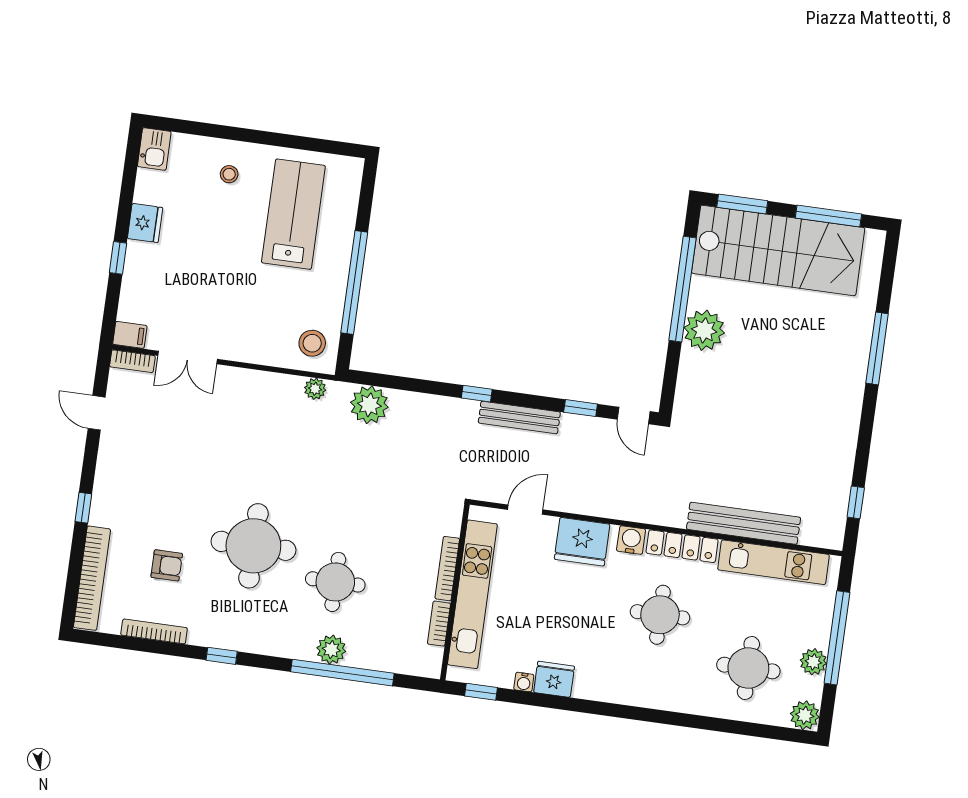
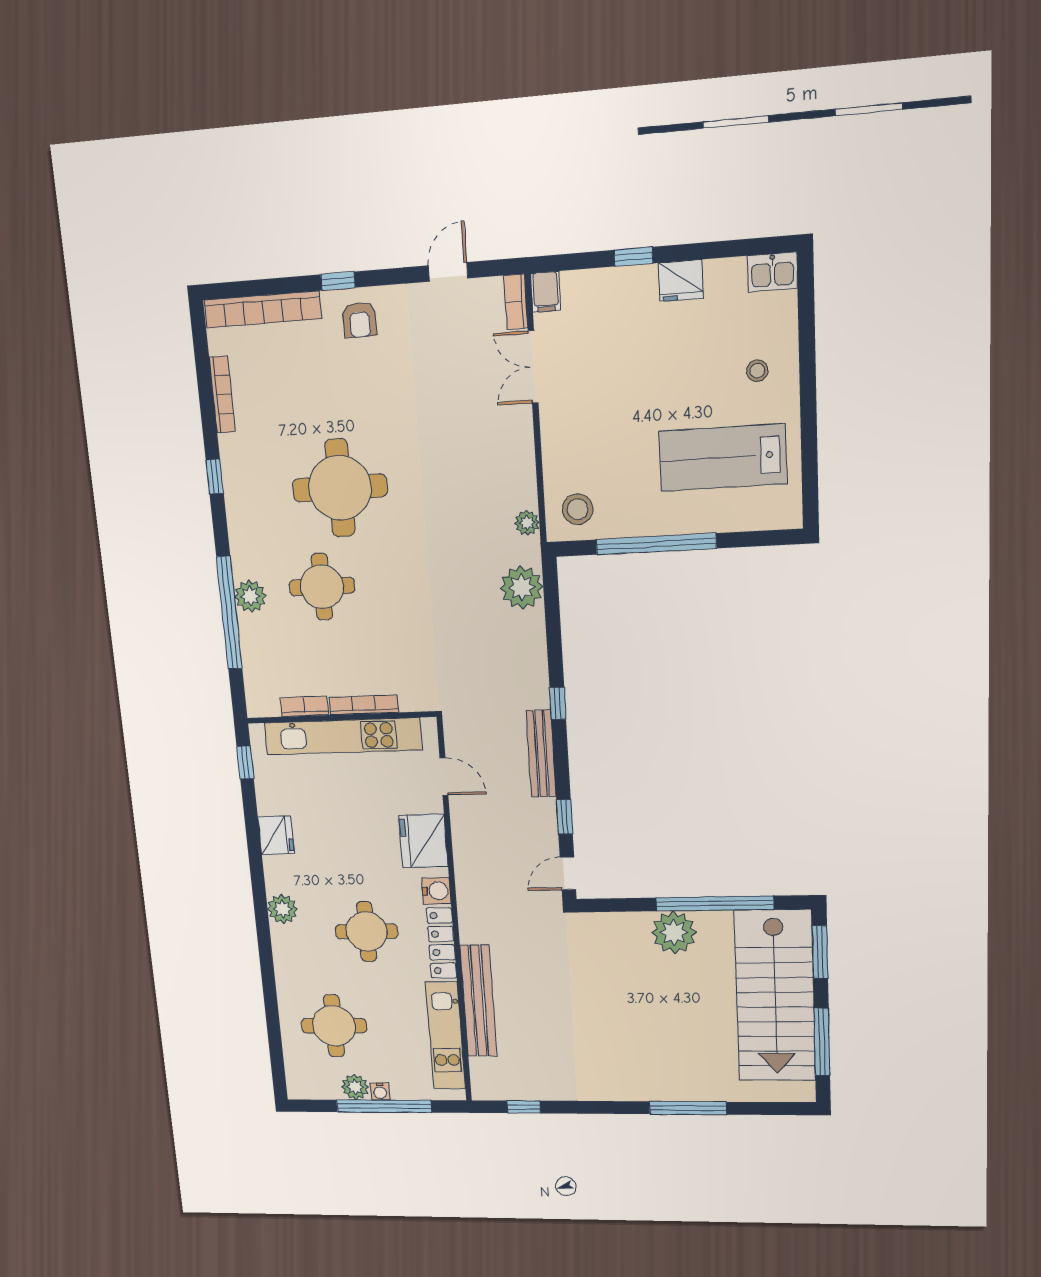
lab bench: (293, 214) -> (723, 458), turned 180
armchair: (167, 565) -> (360, 320), moved
water cooler: (524, 682) -> (380, 1091), moved, turned -90
plant: (805, 715) -> (282, 909), moved

